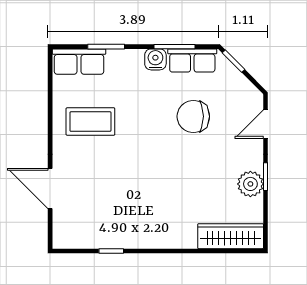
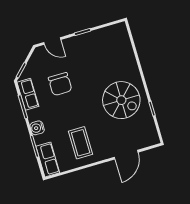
water cooler: (155, 59) -> (37, 128), moved
plant: (250, 184) -> (89, 40), removed
spiral stairs: (139, 206) -> (121, 100), added
wardrobe: (231, 236) -> (123, 42), removed

